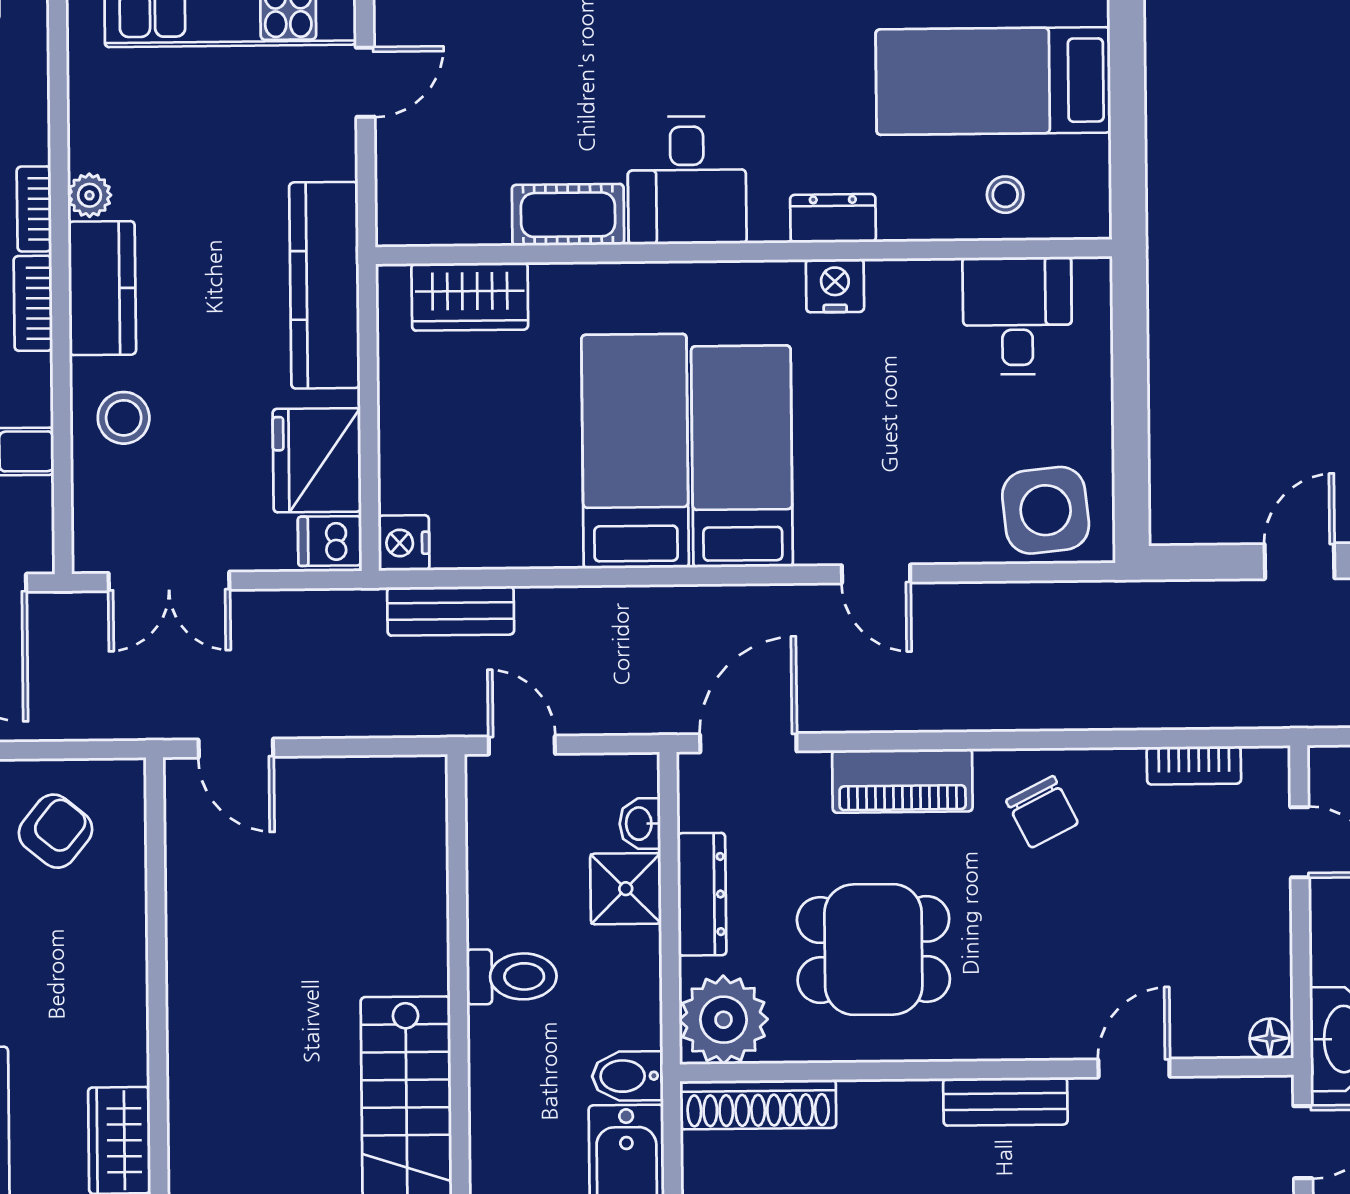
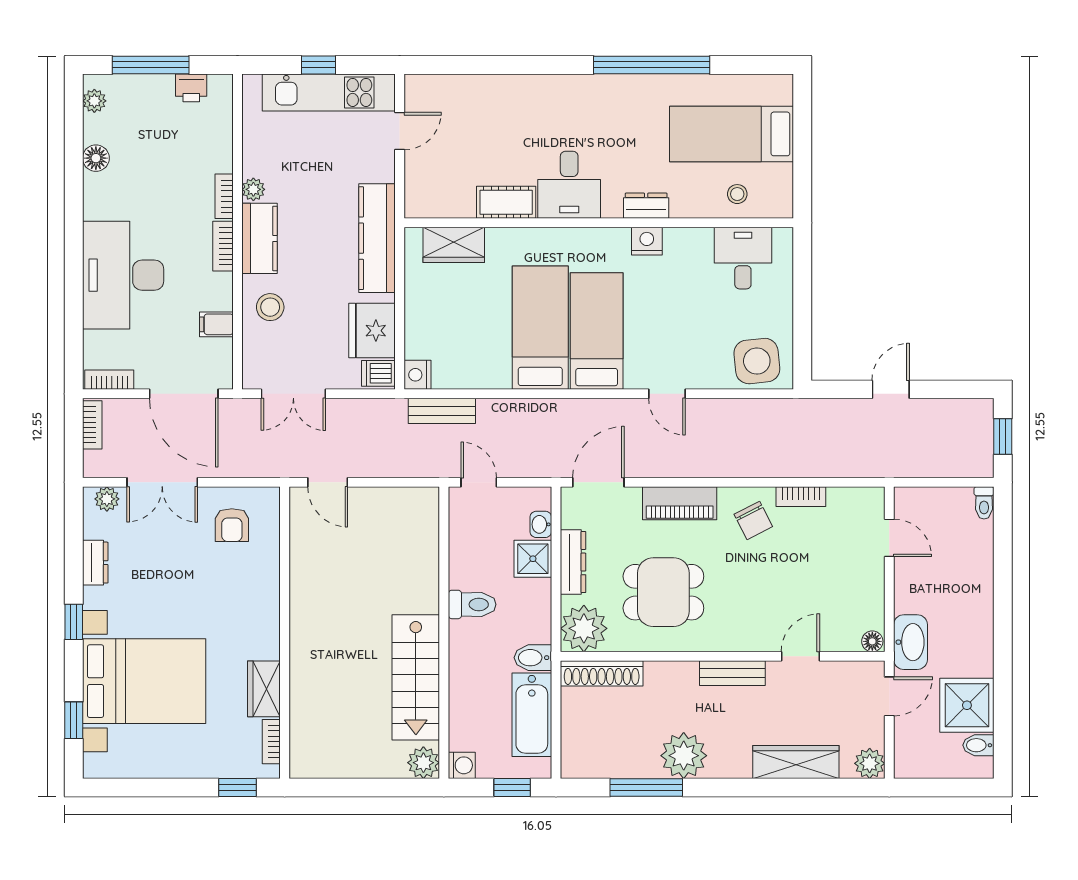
bookcase: (1194, 765) -> (801, 497), moved
armchair: (55, 831) -> (232, 525), turned 141

